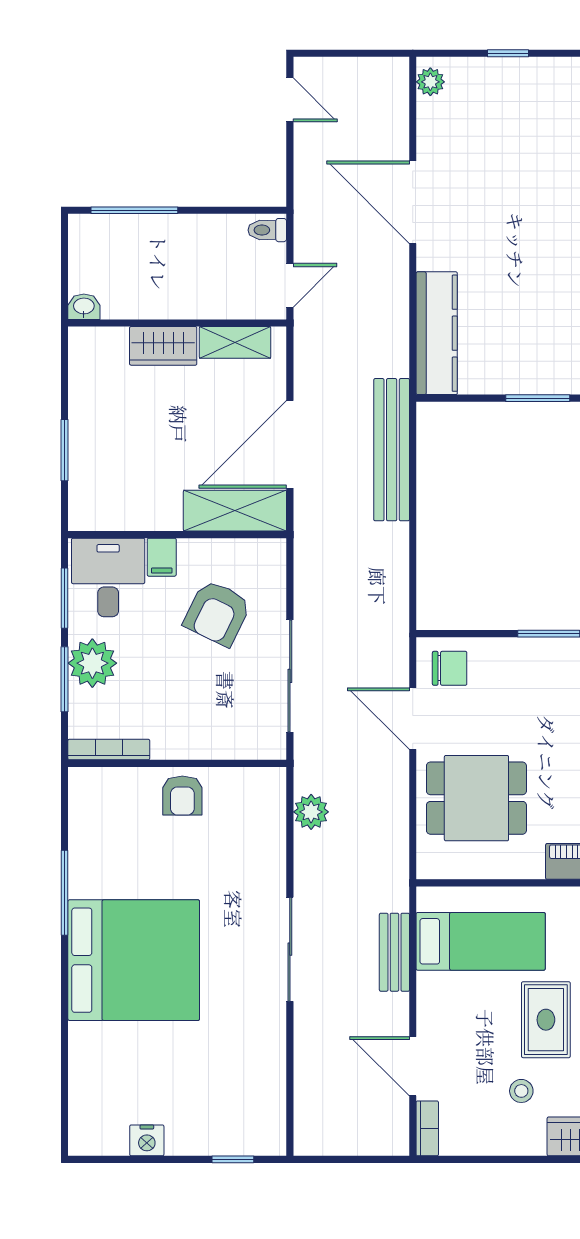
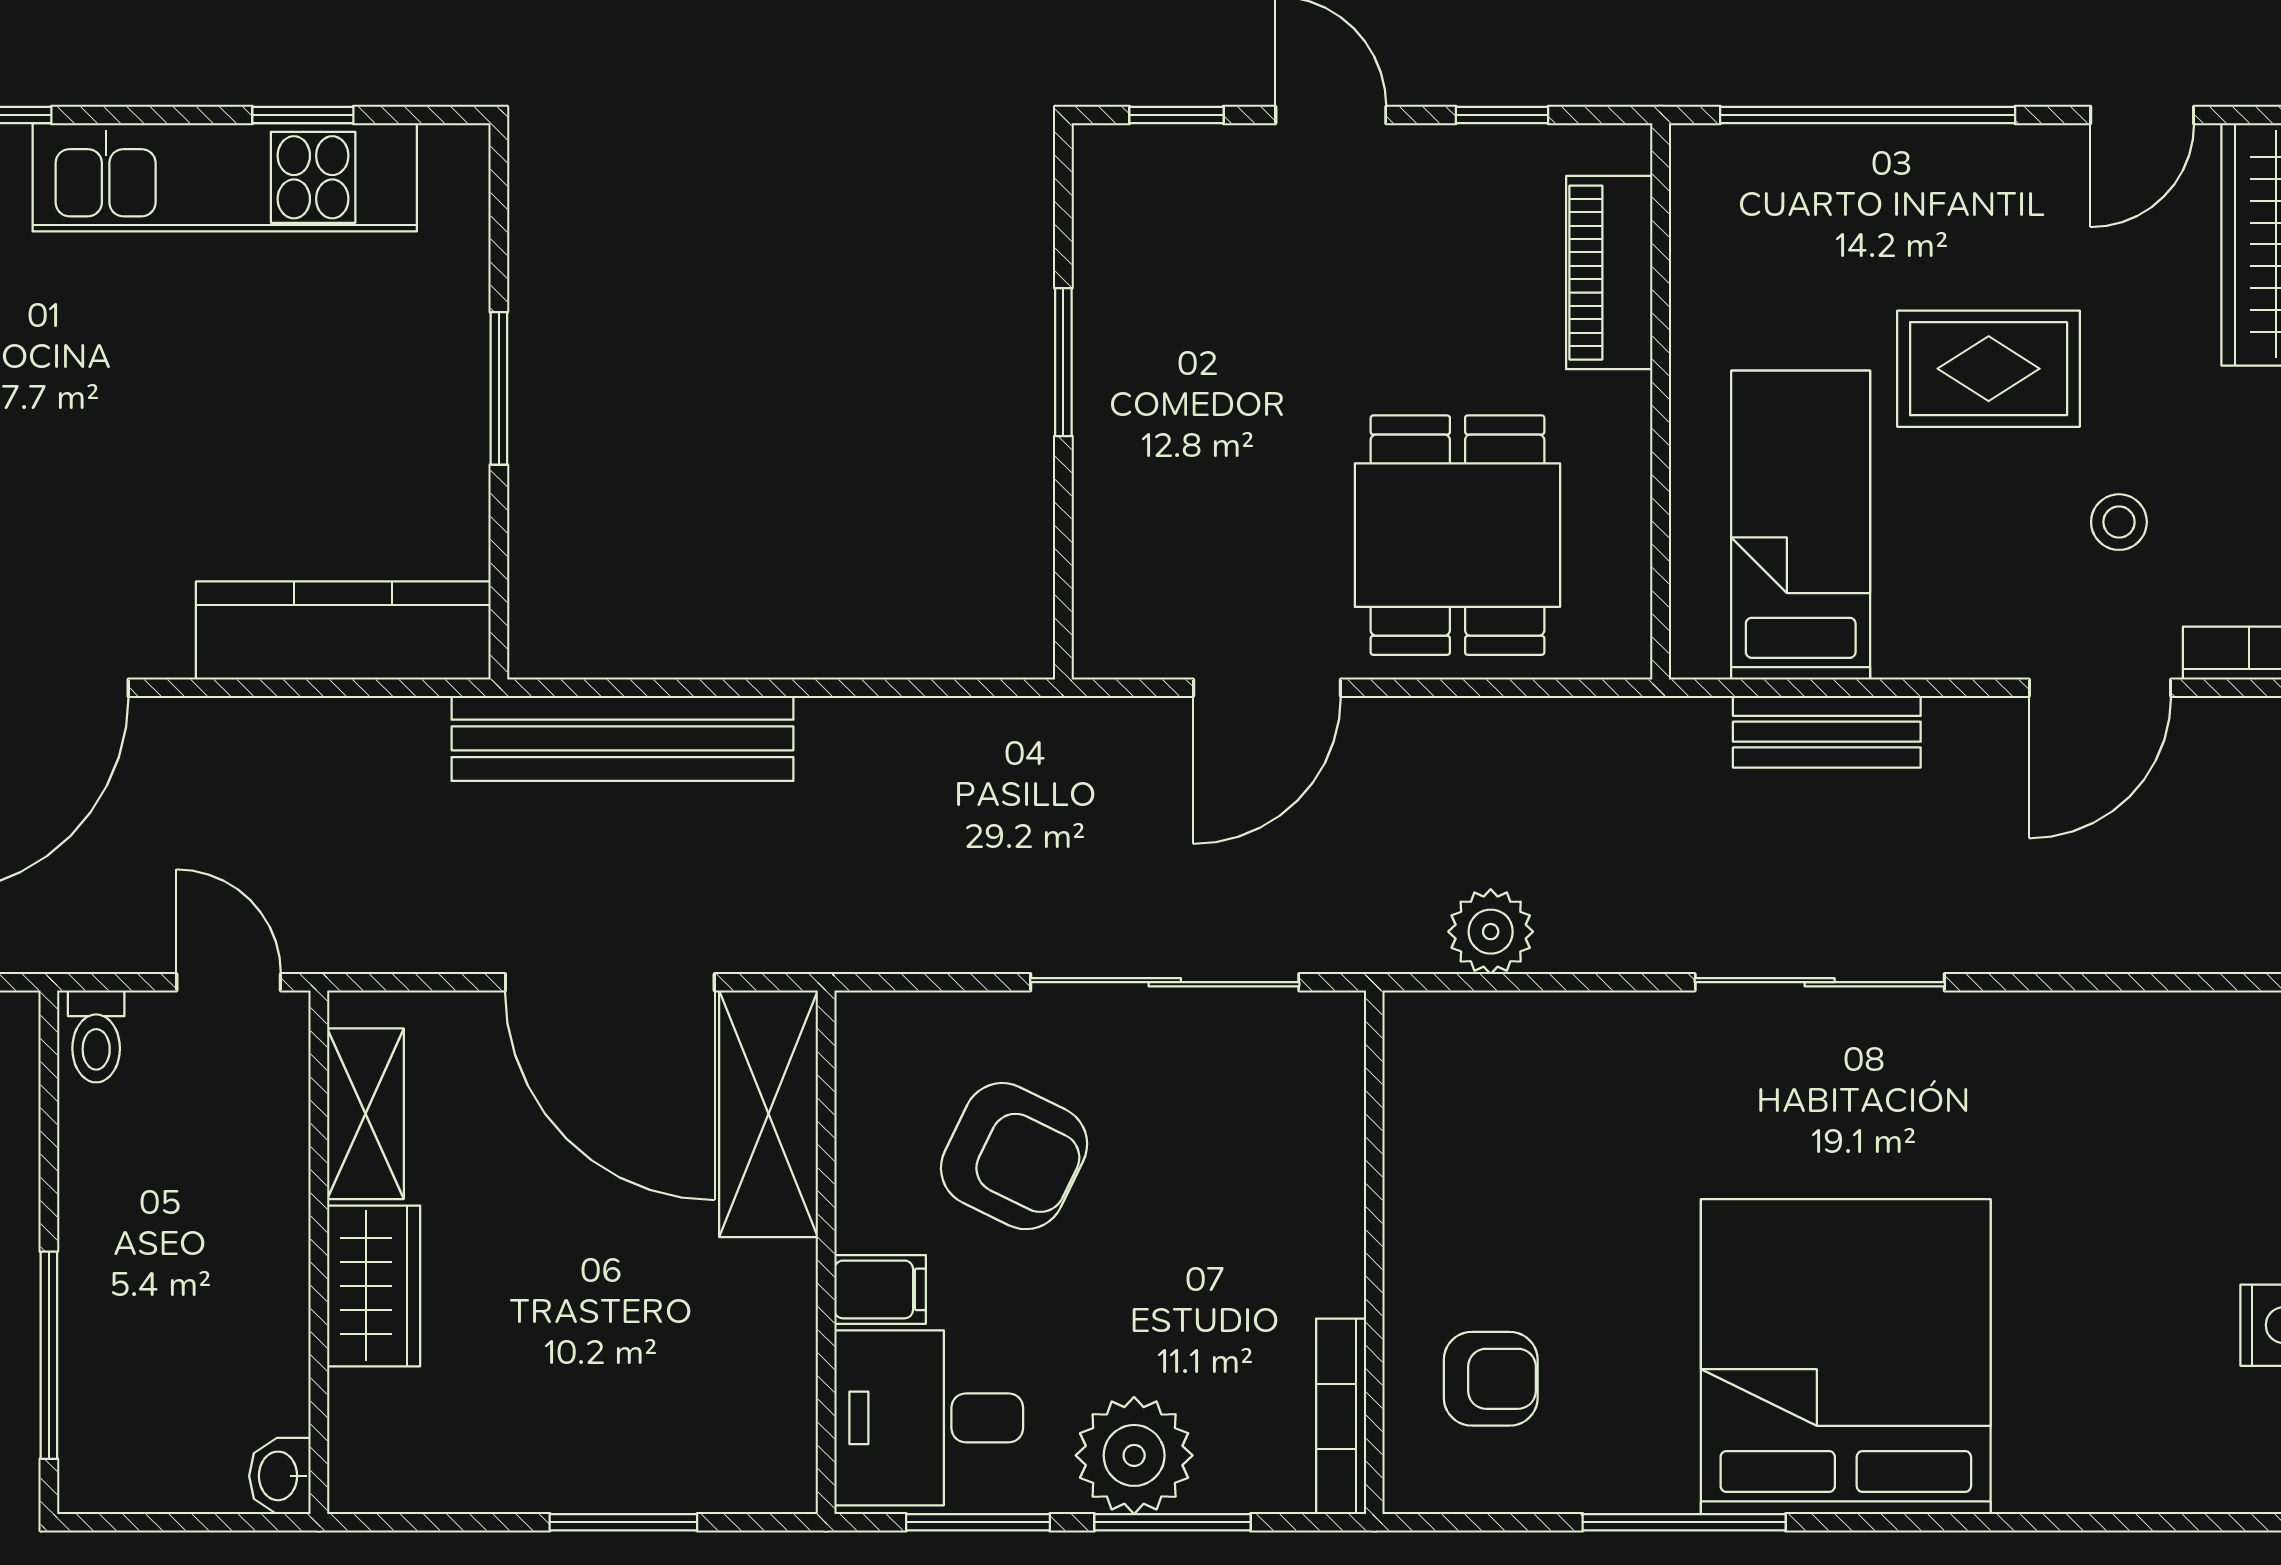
chair: (450, 668) -> (1146, 600), removed
armchair: (182, 796) -> (1491, 1379), moved
stool: (521, 1091) -> (2119, 522), moved

